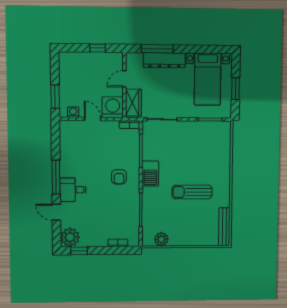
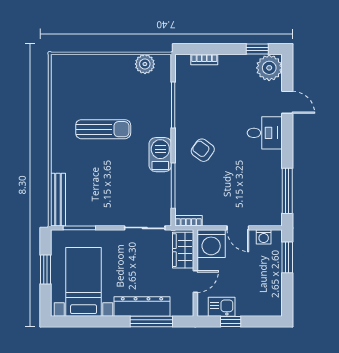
kitchen sink: (105, 59) -> (222, 307), added
window: (56, 177) -> (287, 191), moved
armchair: (119, 177) -> (203, 150), turned -54
bench: (224, 227) -> (58, 200), moved

